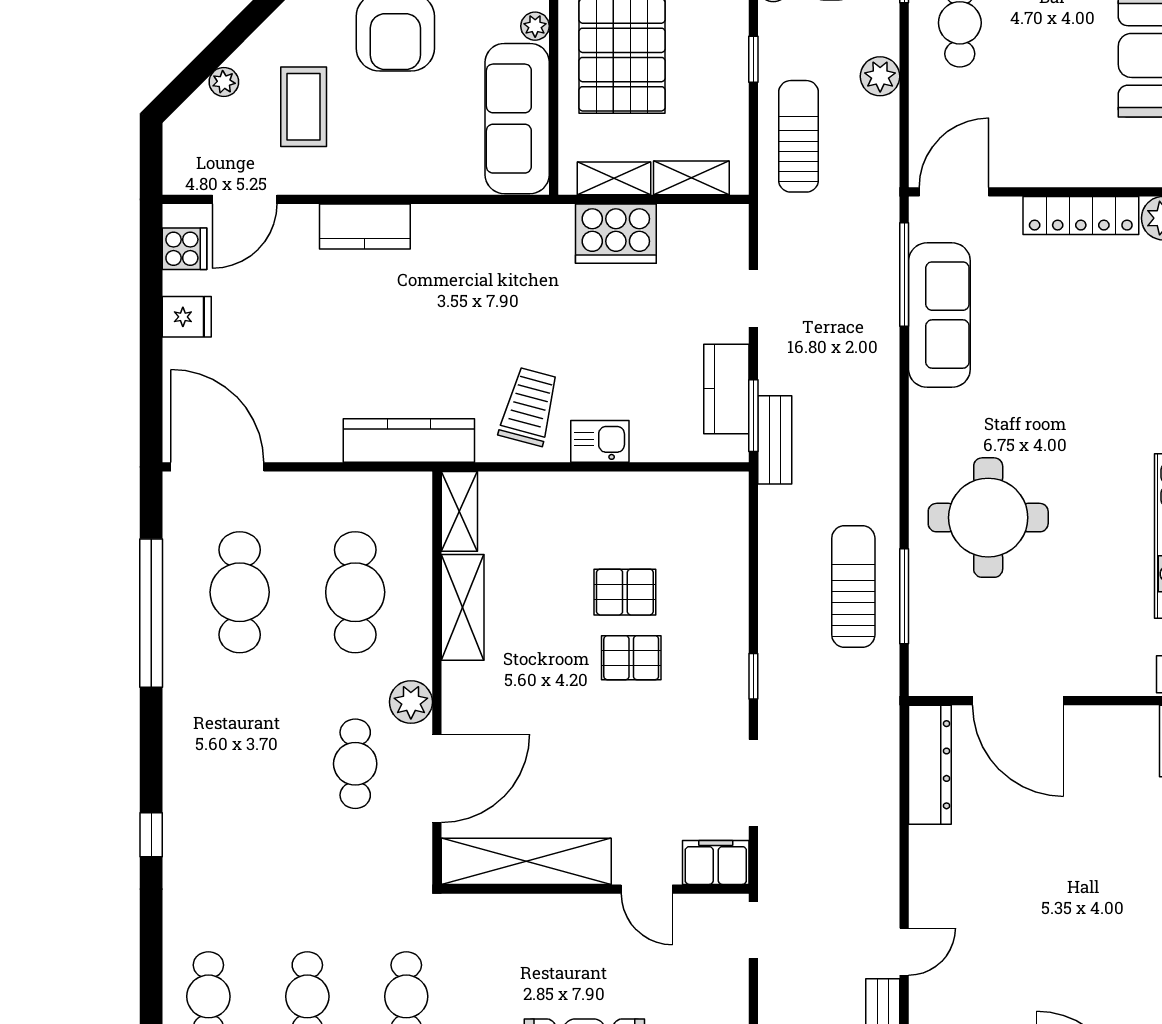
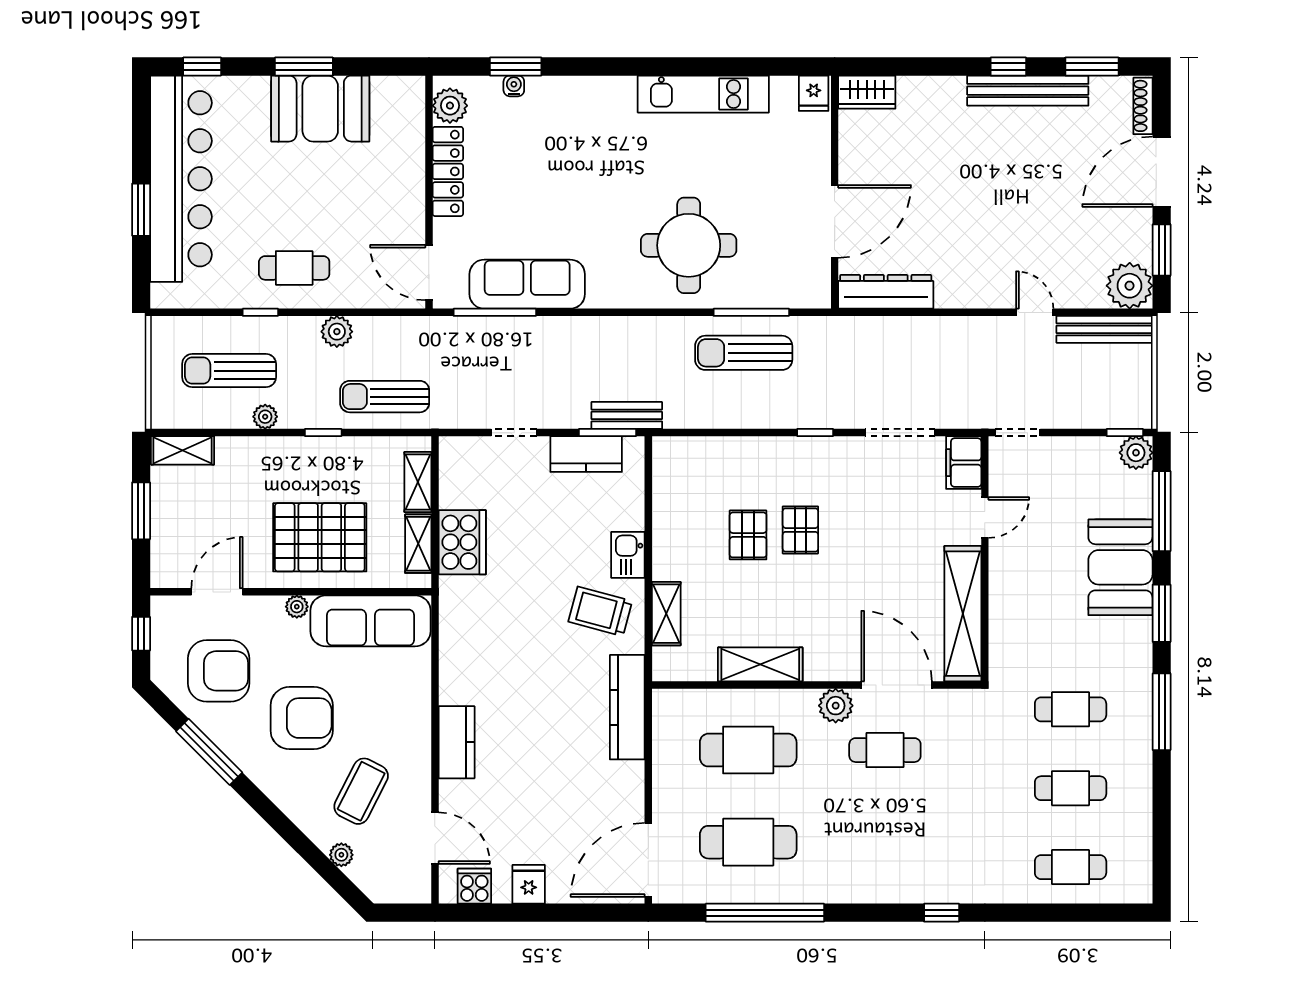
coffee table: (304, 107) -> (361, 791), turned -63
shelving: (459, 511) -> (666, 614), moved, turned 90

